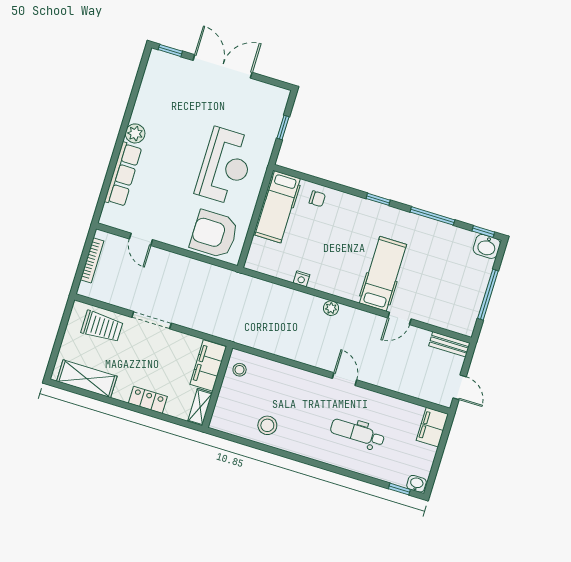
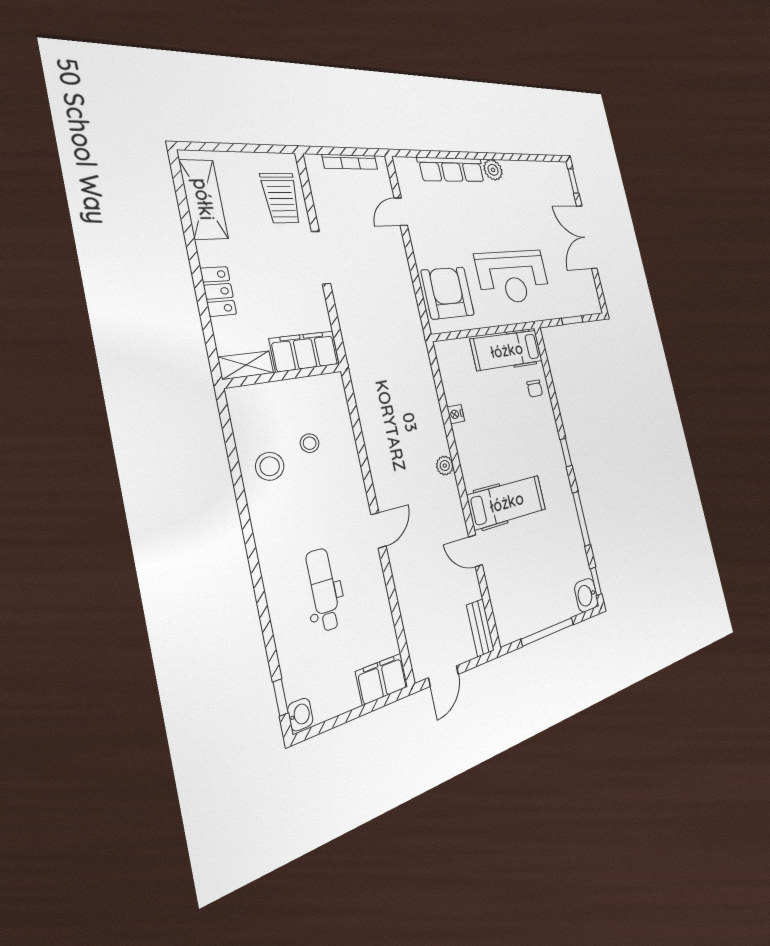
double door: (223, 66) -> (587, 237), swing flipped
stool: (240, 370) -> (310, 443), moved

